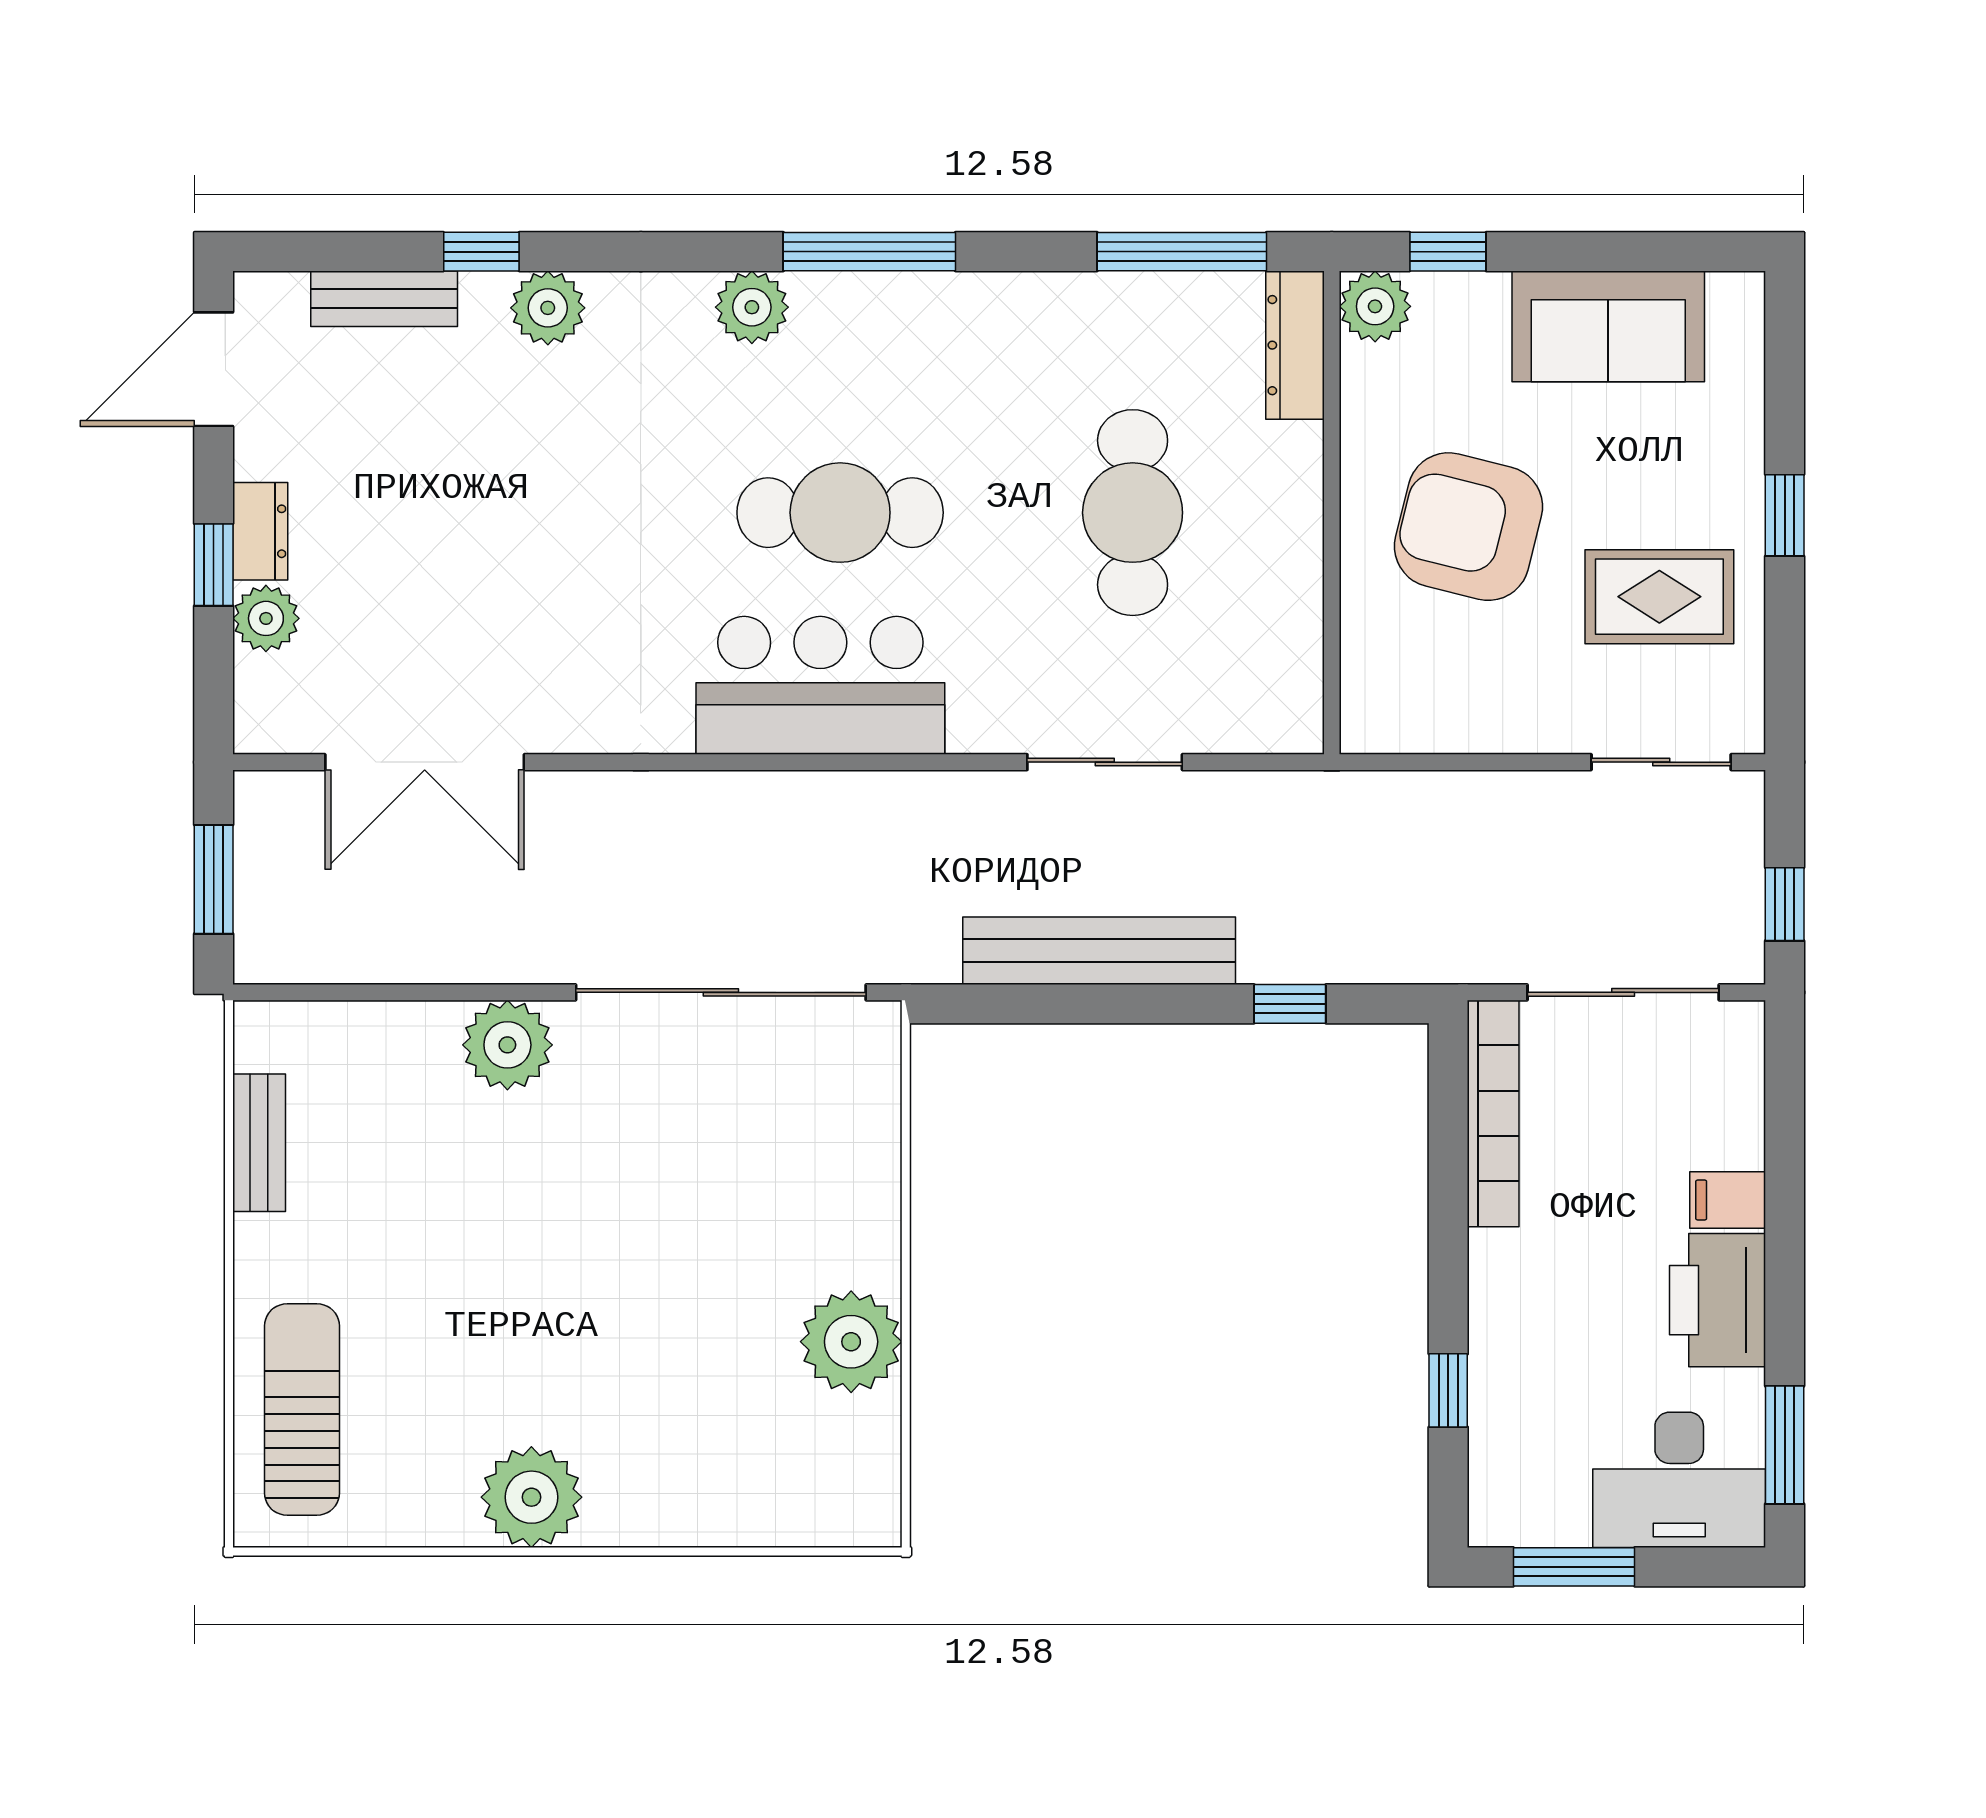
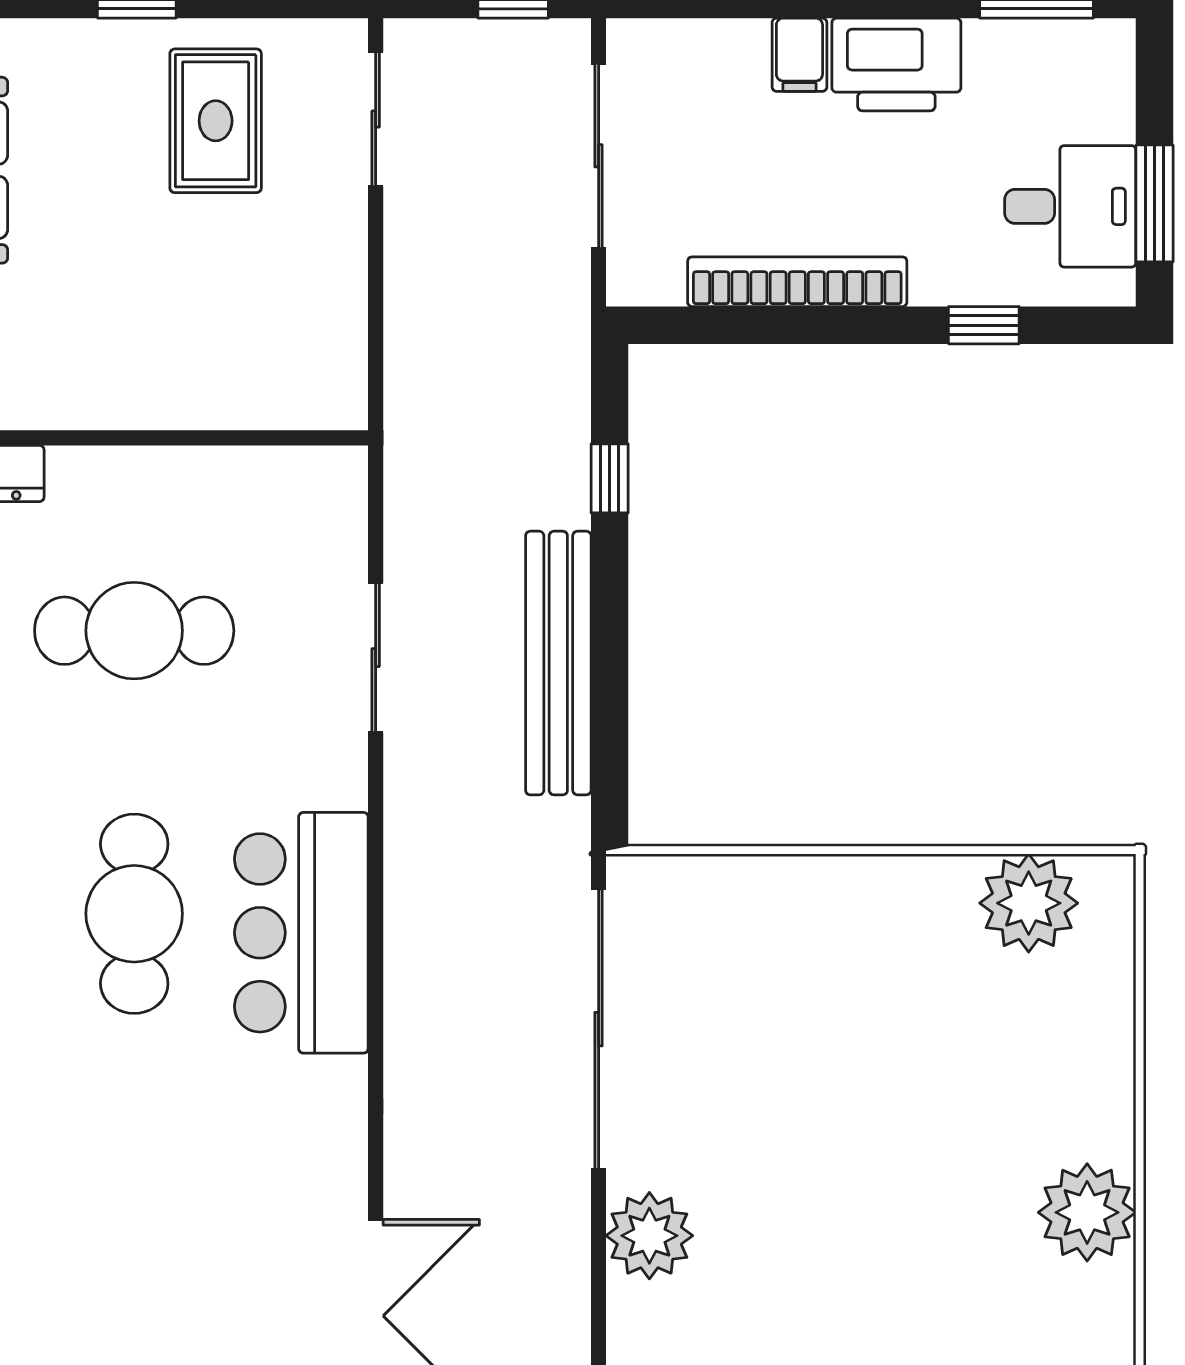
armchair: (1468, 527) -> (148, 306), removed
bookcase: (1493, 1113) -> (797, 282), moved
plant: (851, 1342) -> (1029, 903), moved
desk: (1679, 1480) -> (1070, 206), moved, width x0.73

